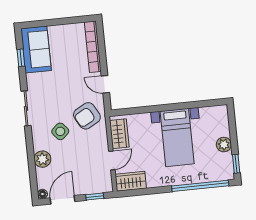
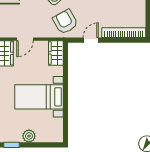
wardrobe: (119, 134) -> (56, 53), moved, turned 90
door: (112, 160) -> (25, 39), hinge flipped

